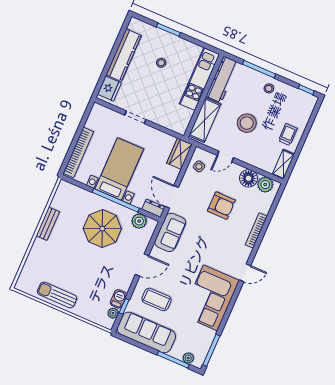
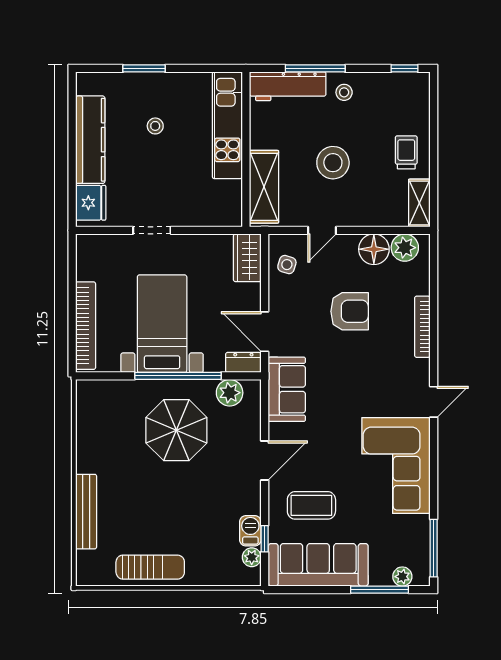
workbench: (222, 79) -> (288, 86), moved, turned 90
bench: (48, 224) -> (86, 512), moved, width x1.36
sun lounger: (57, 295) -> (150, 567), turned 180

